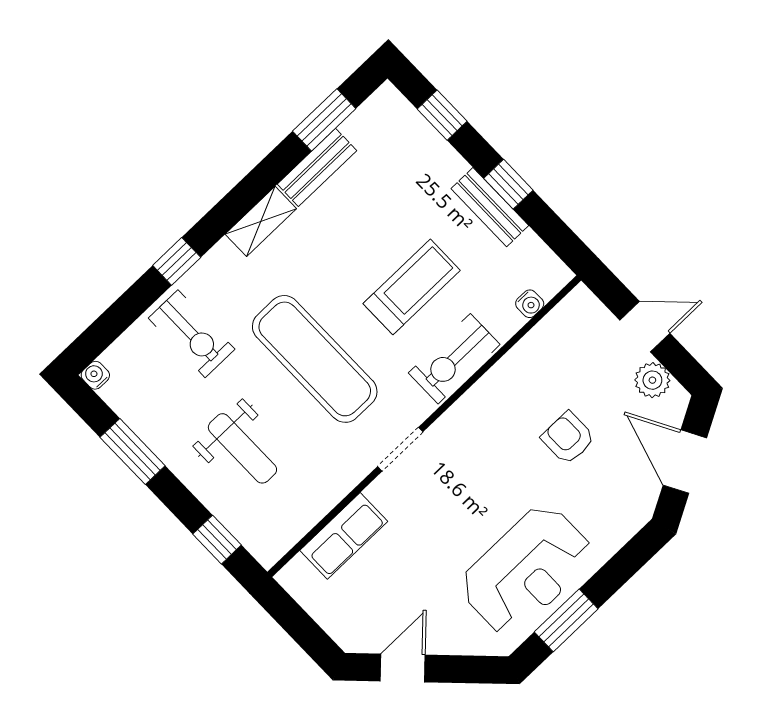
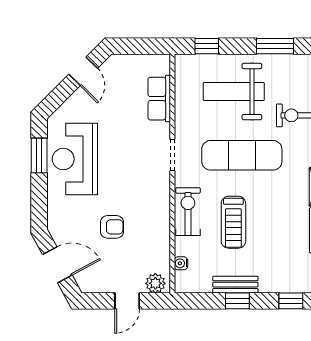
plant: (652, 380) -> (155, 283), moved
weight bench: (242, 448) -> (234, 92), width x1.36, depth x1.33

